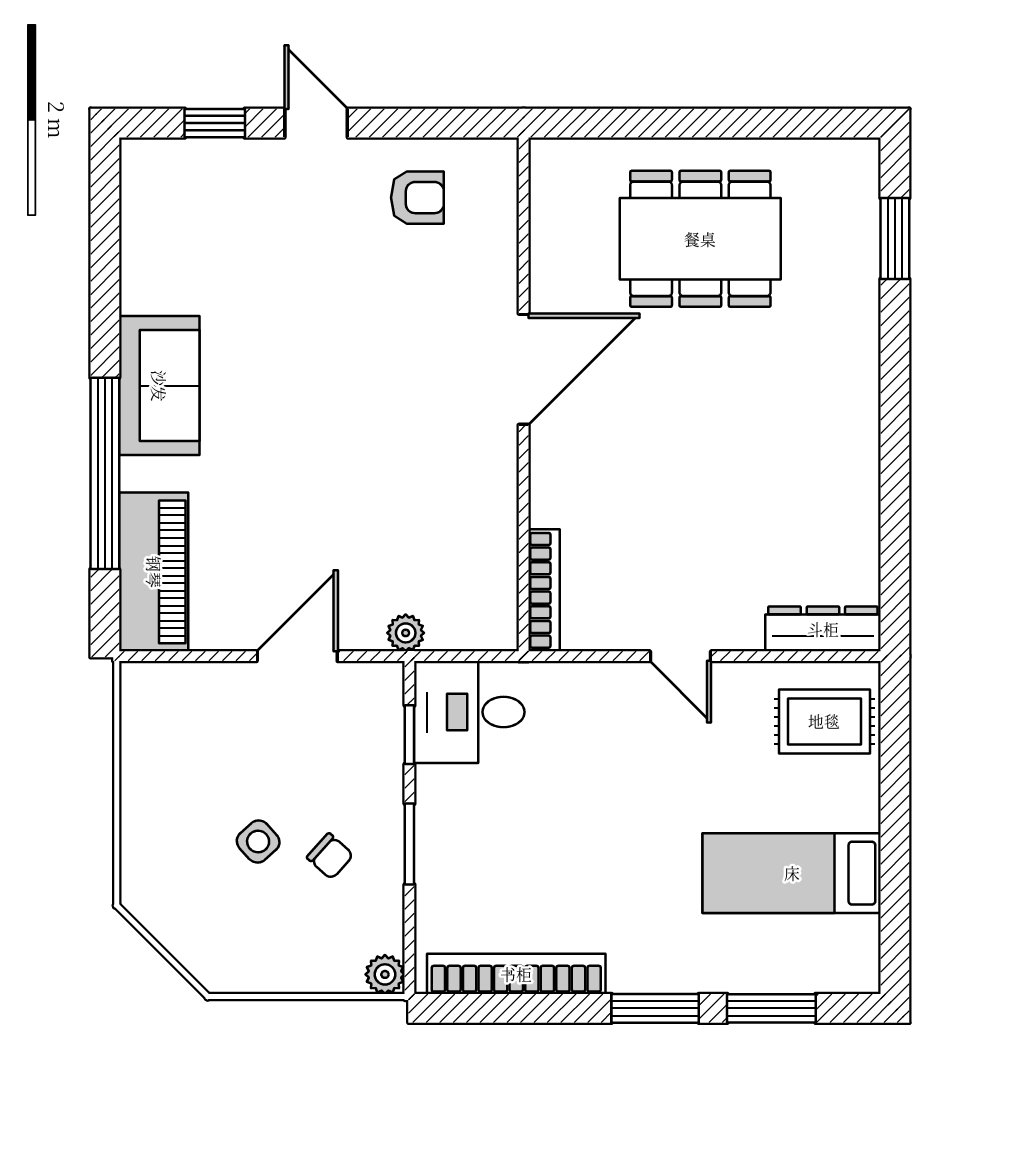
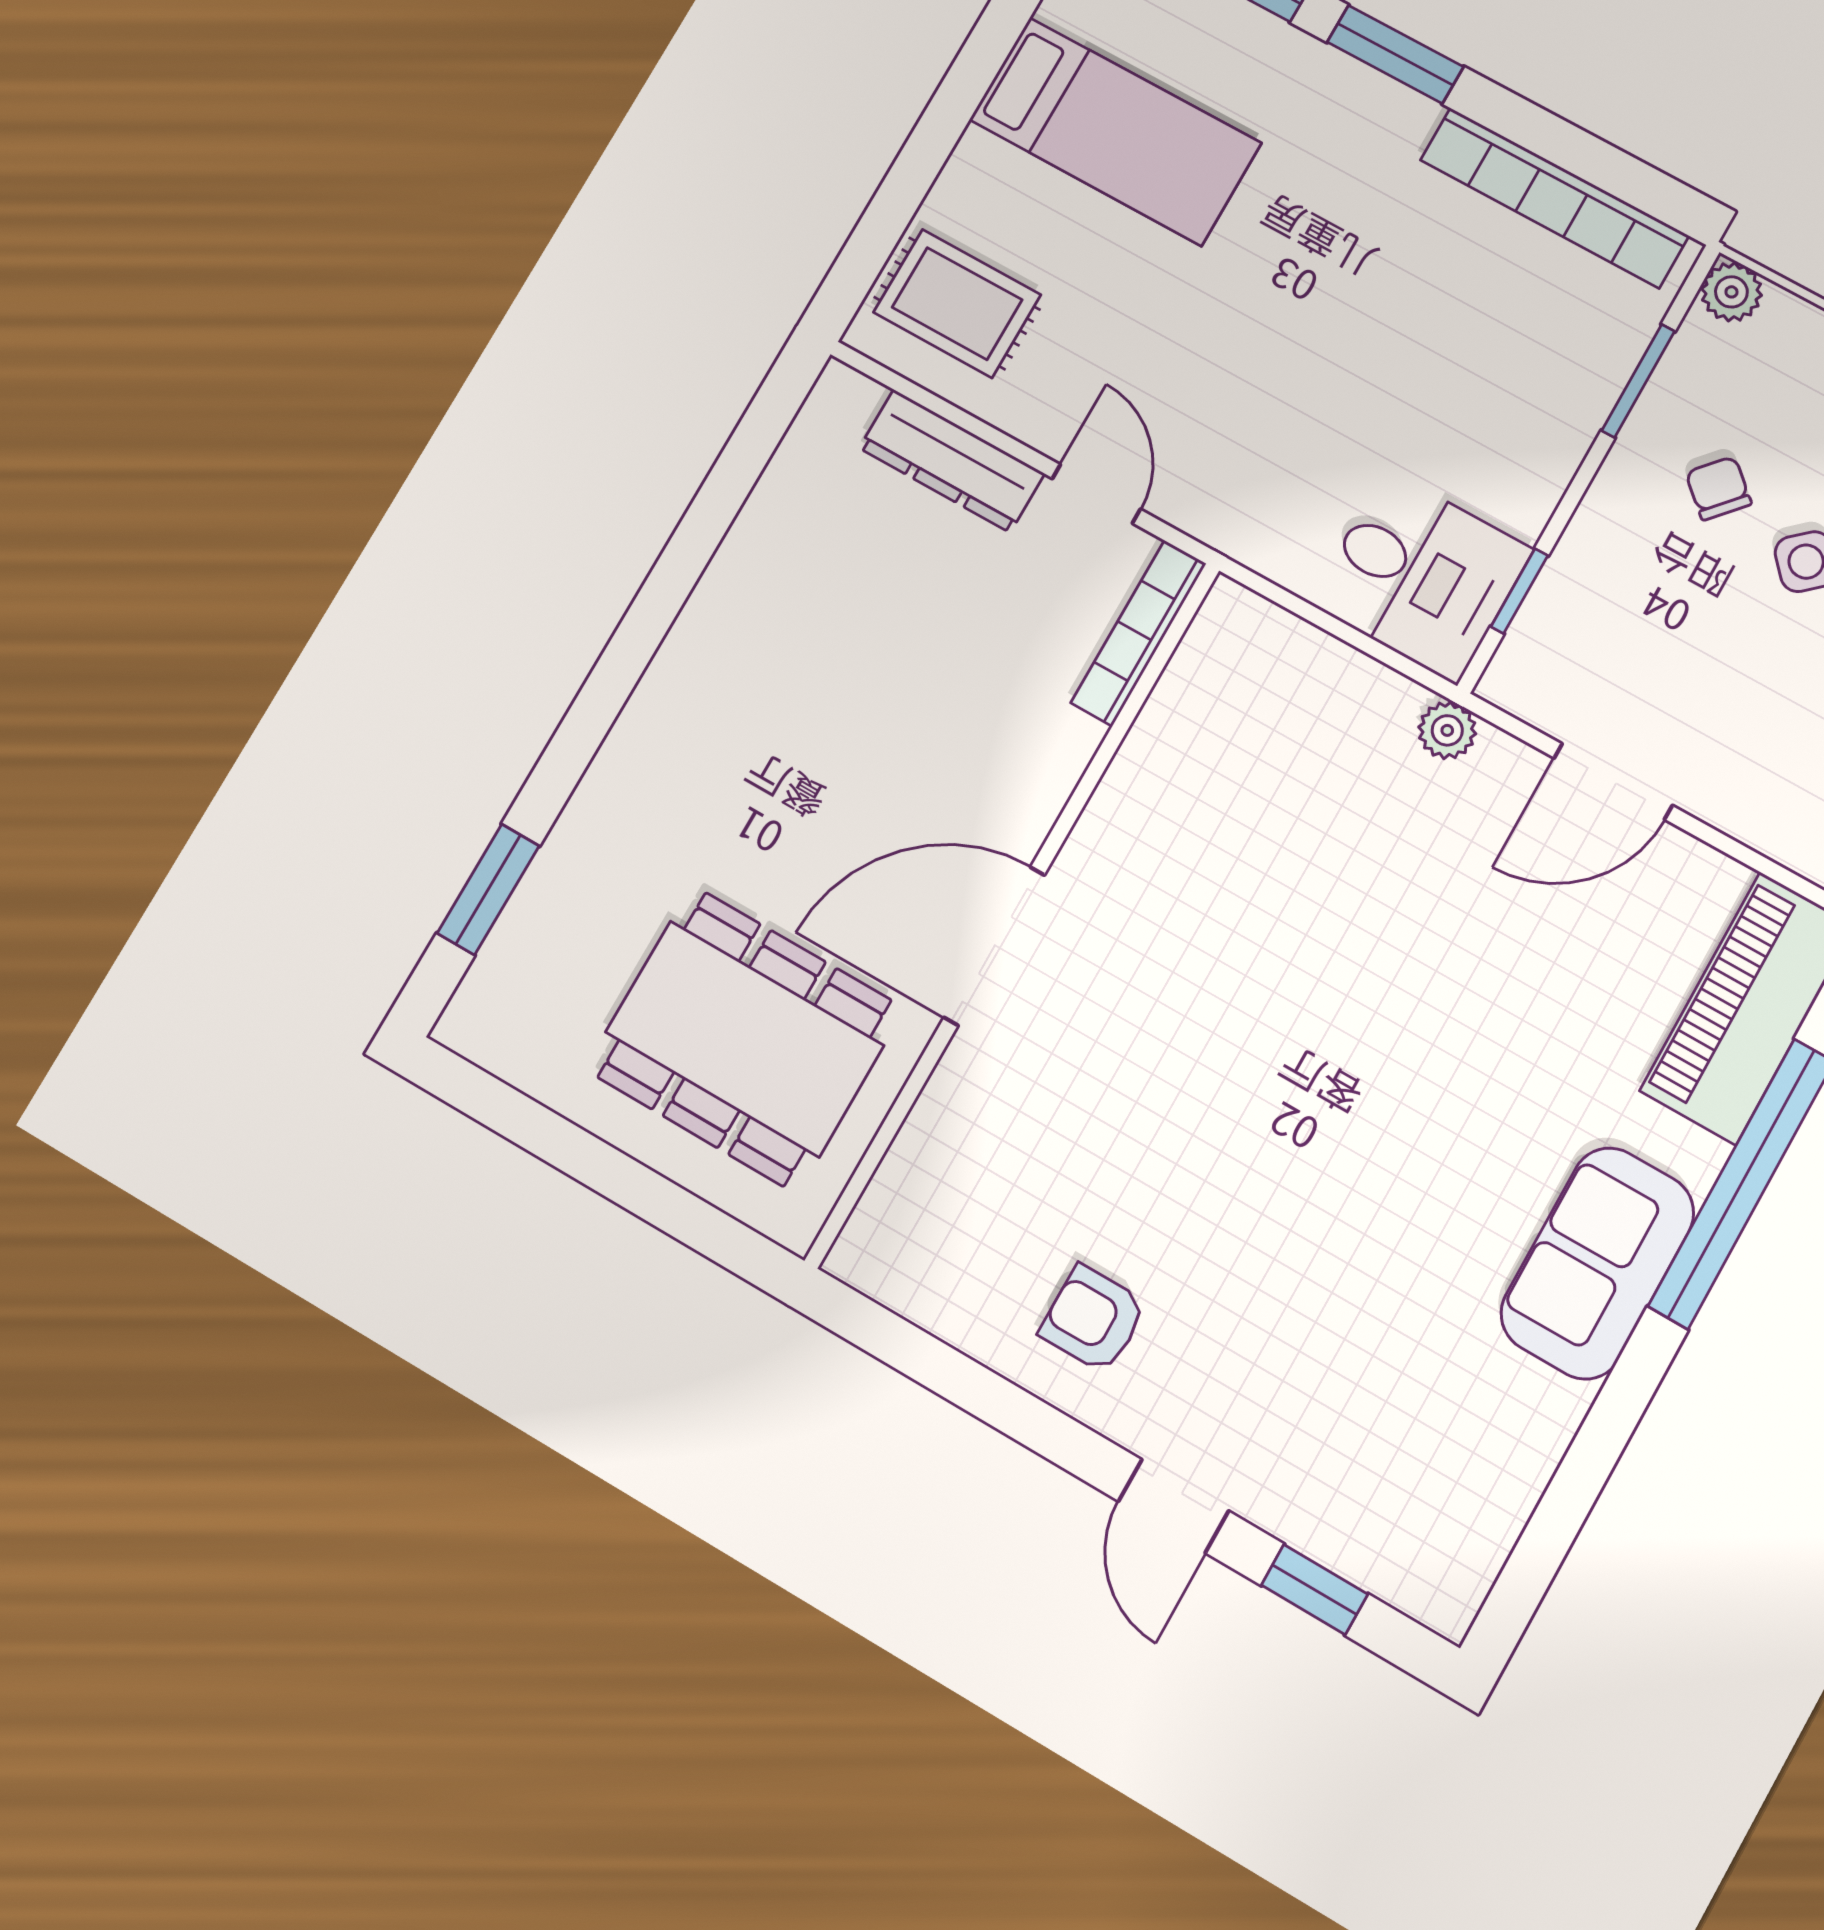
door: (524, 369) -> (994, 946), moved
wall: (524, 394) -> (1014, 912), moved
bookcase: (544, 590) -> (1139, 633), moved
dresser: (823, 629) -> (952, 461), moved
window: (409, 844) -> (1638, 381), moved

